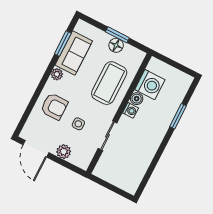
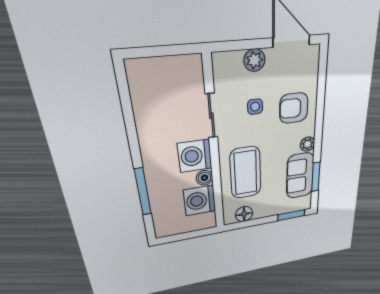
window: (117, 35) -> (291, 215), moved
floor lamp: (116, 45) -> (244, 214), moved
washing machine: (131, 110) -> (195, 156), width x1.89, depth x1.89
window: (178, 116) -> (143, 192), width x1.44

